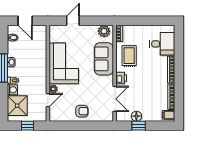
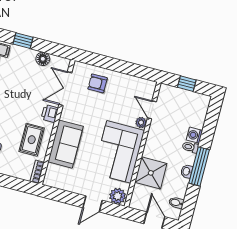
plant: (104, 31) -> (118, 196), moved
door: (48, 100) -> (152, 110), hinge flipped
shower: (17, 106) -> (151, 173), moved
armchair: (82, 111) -> (98, 83), moved
window: (139, 126) -> (23, 41), moved

